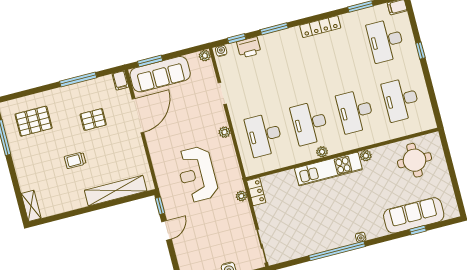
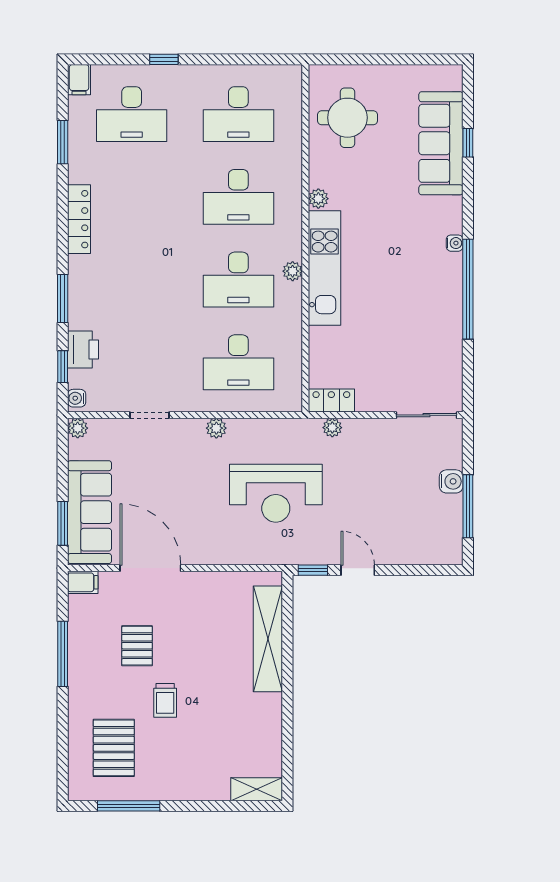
trolley: (75, 160) -> (165, 700), moved

